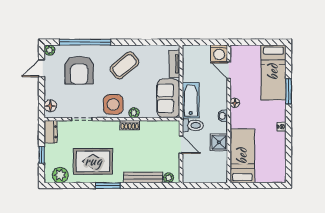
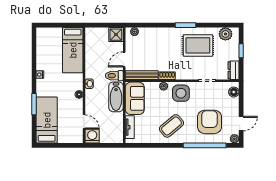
shower: (219, 142) -> (116, 35), moved
door: (181, 145) -> (124, 59), hinge flipped
bench: (143, 177) -> (142, 75), moved

